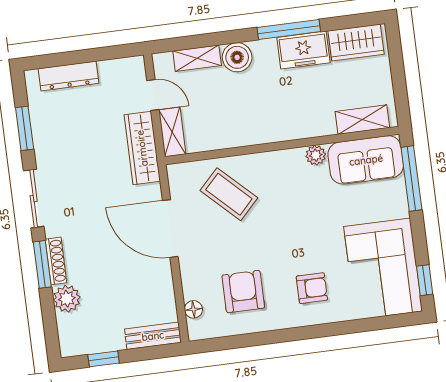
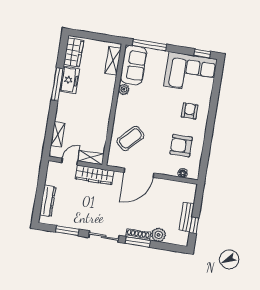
boiler: (237, 57) -> (63, 114), removed
bench: (153, 336) -> (187, 217), moved

